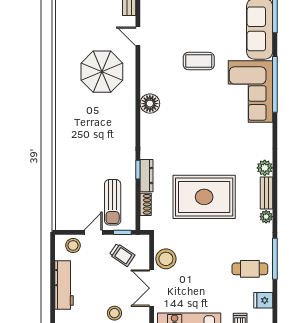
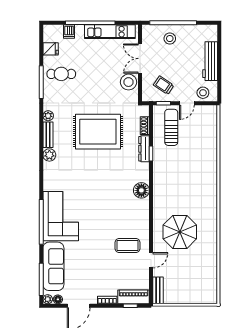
door: (138, 36) -> (151, 260), hinge flipped
coffee table: (199, 61) -> (127, 246), moved
floor lamp: (150, 104) -> (141, 190), moved
double door: (152, 288) -> (140, 59), swing flipped

